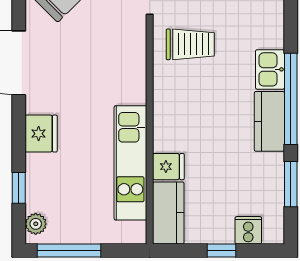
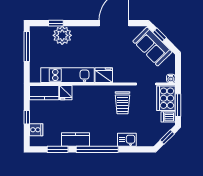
kitchen sink: (270, 69) -> (127, 140), moved
kitchen counter: (269, 121) -> (76, 140), moved
fridge: (41, 134) -> (104, 75), moved, turned 180
plant: (36, 224) -> (62, 35), moved, width x1.88, depth x1.88

